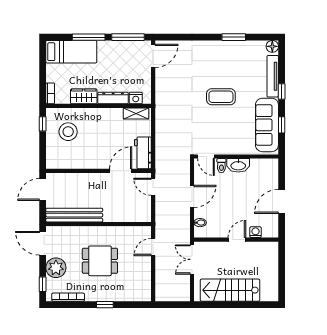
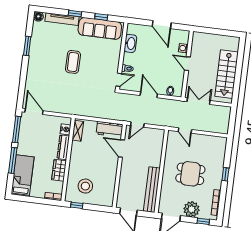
washbasin: (238, 165) -> (130, 43), moved
double door: (192, 259) -> (199, 101), swing flipped
dining table: (100, 261) -> (190, 174), turned 90

